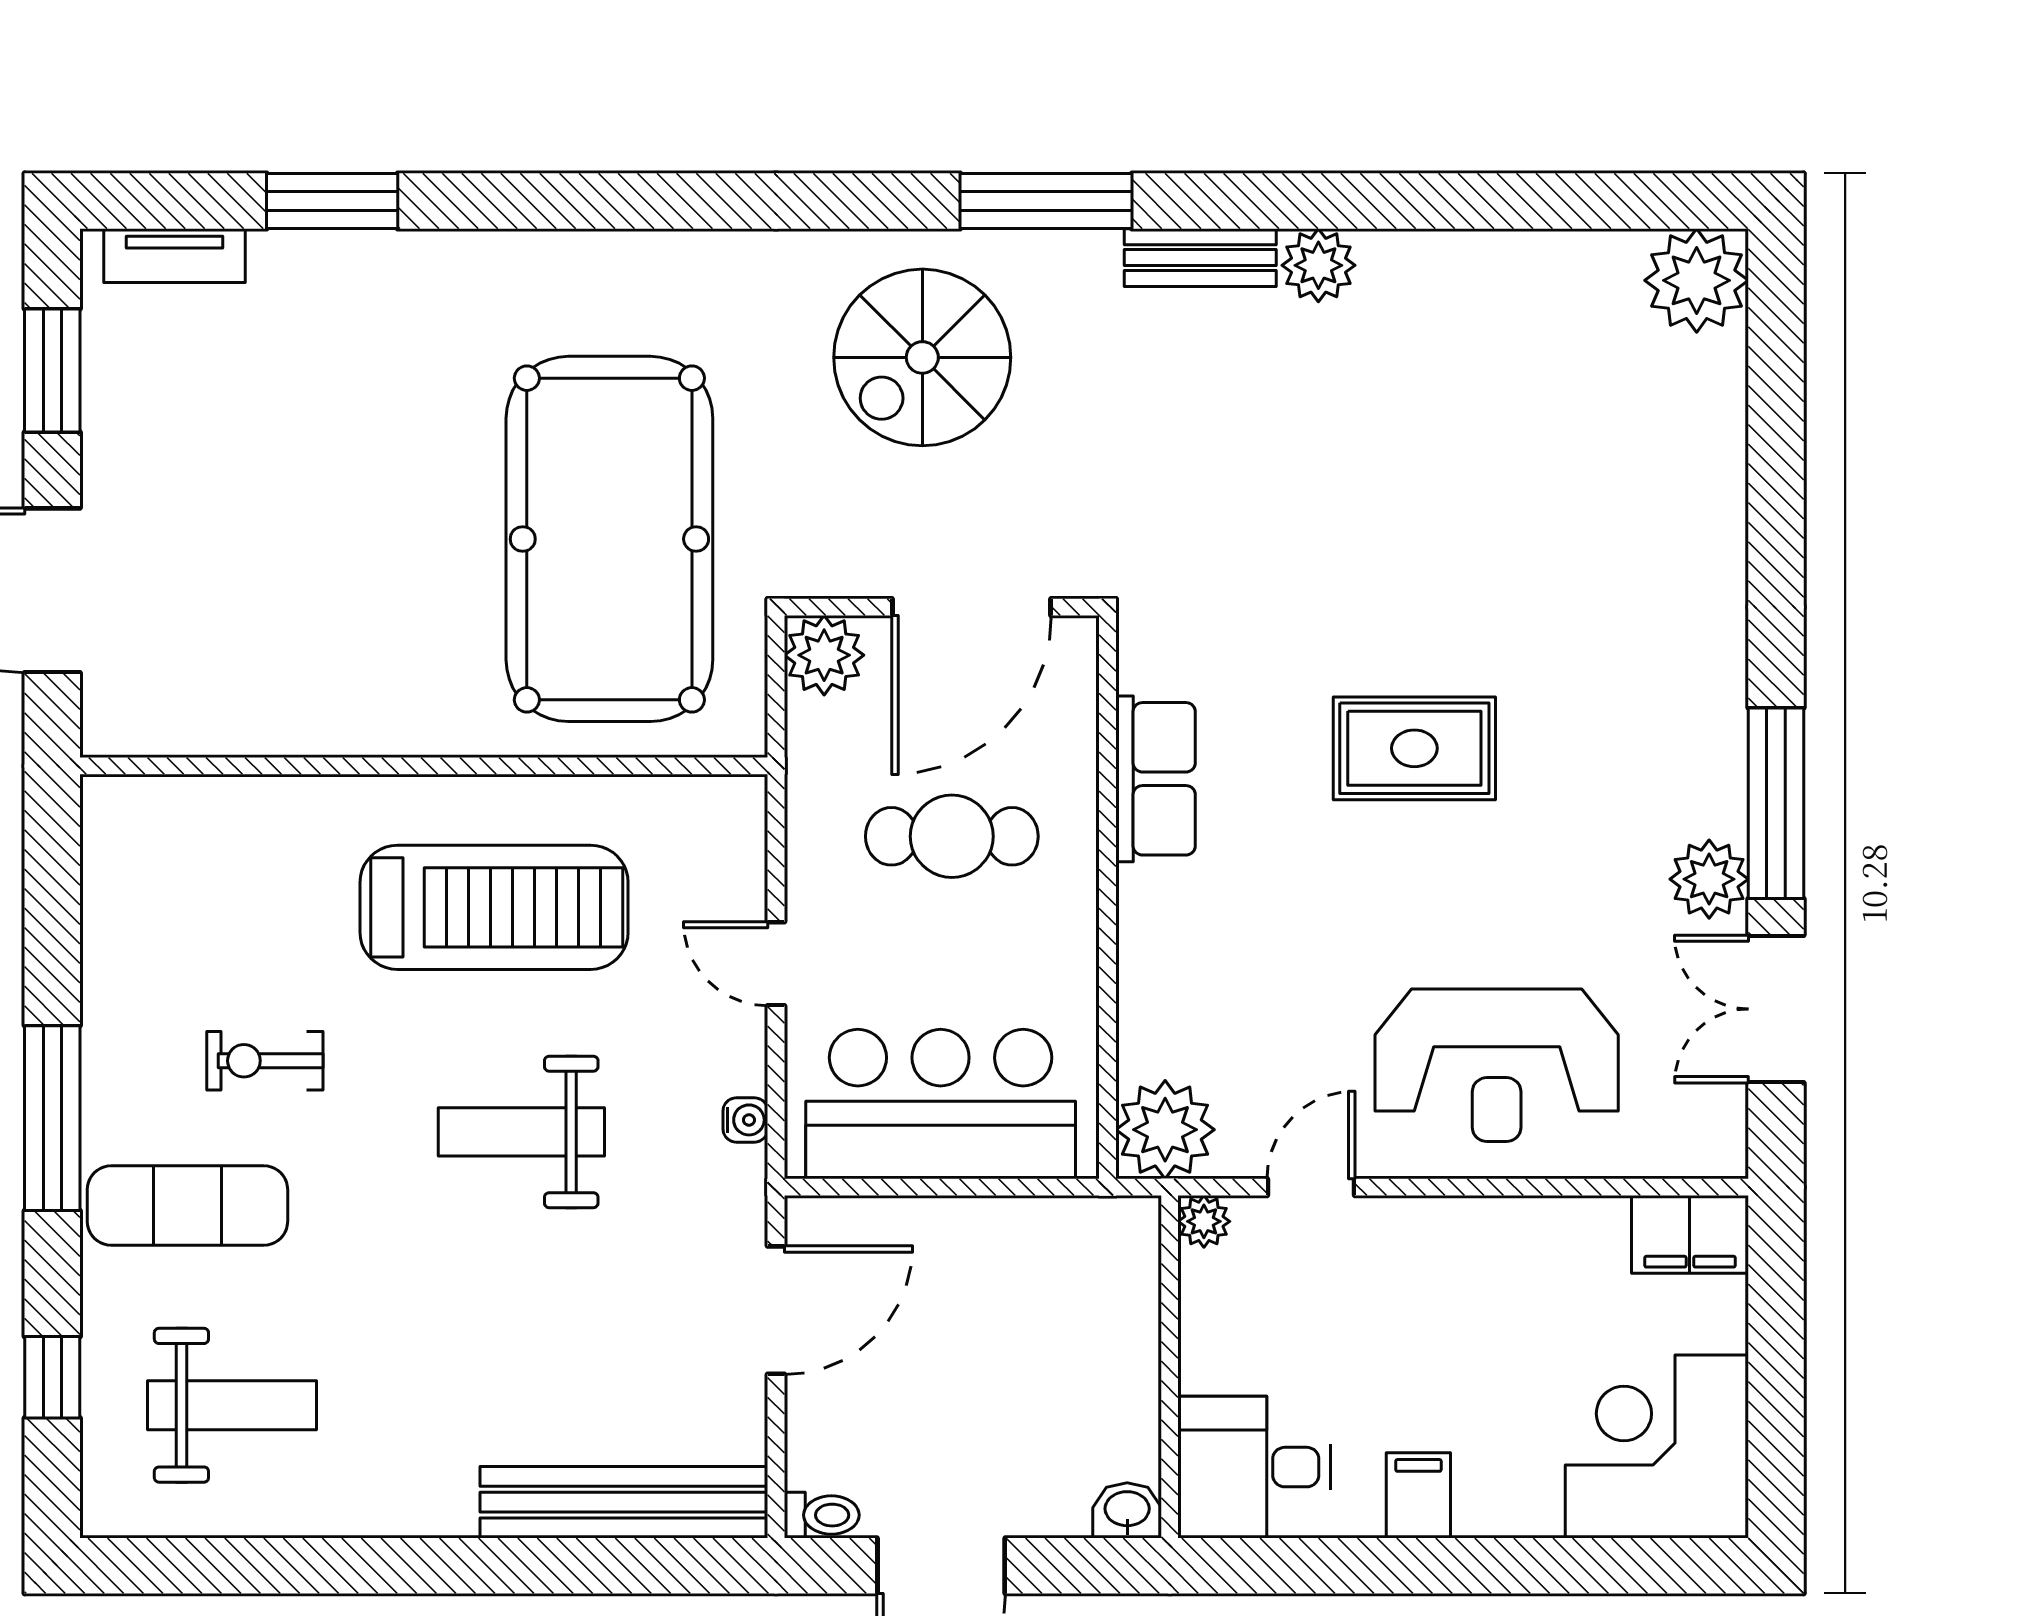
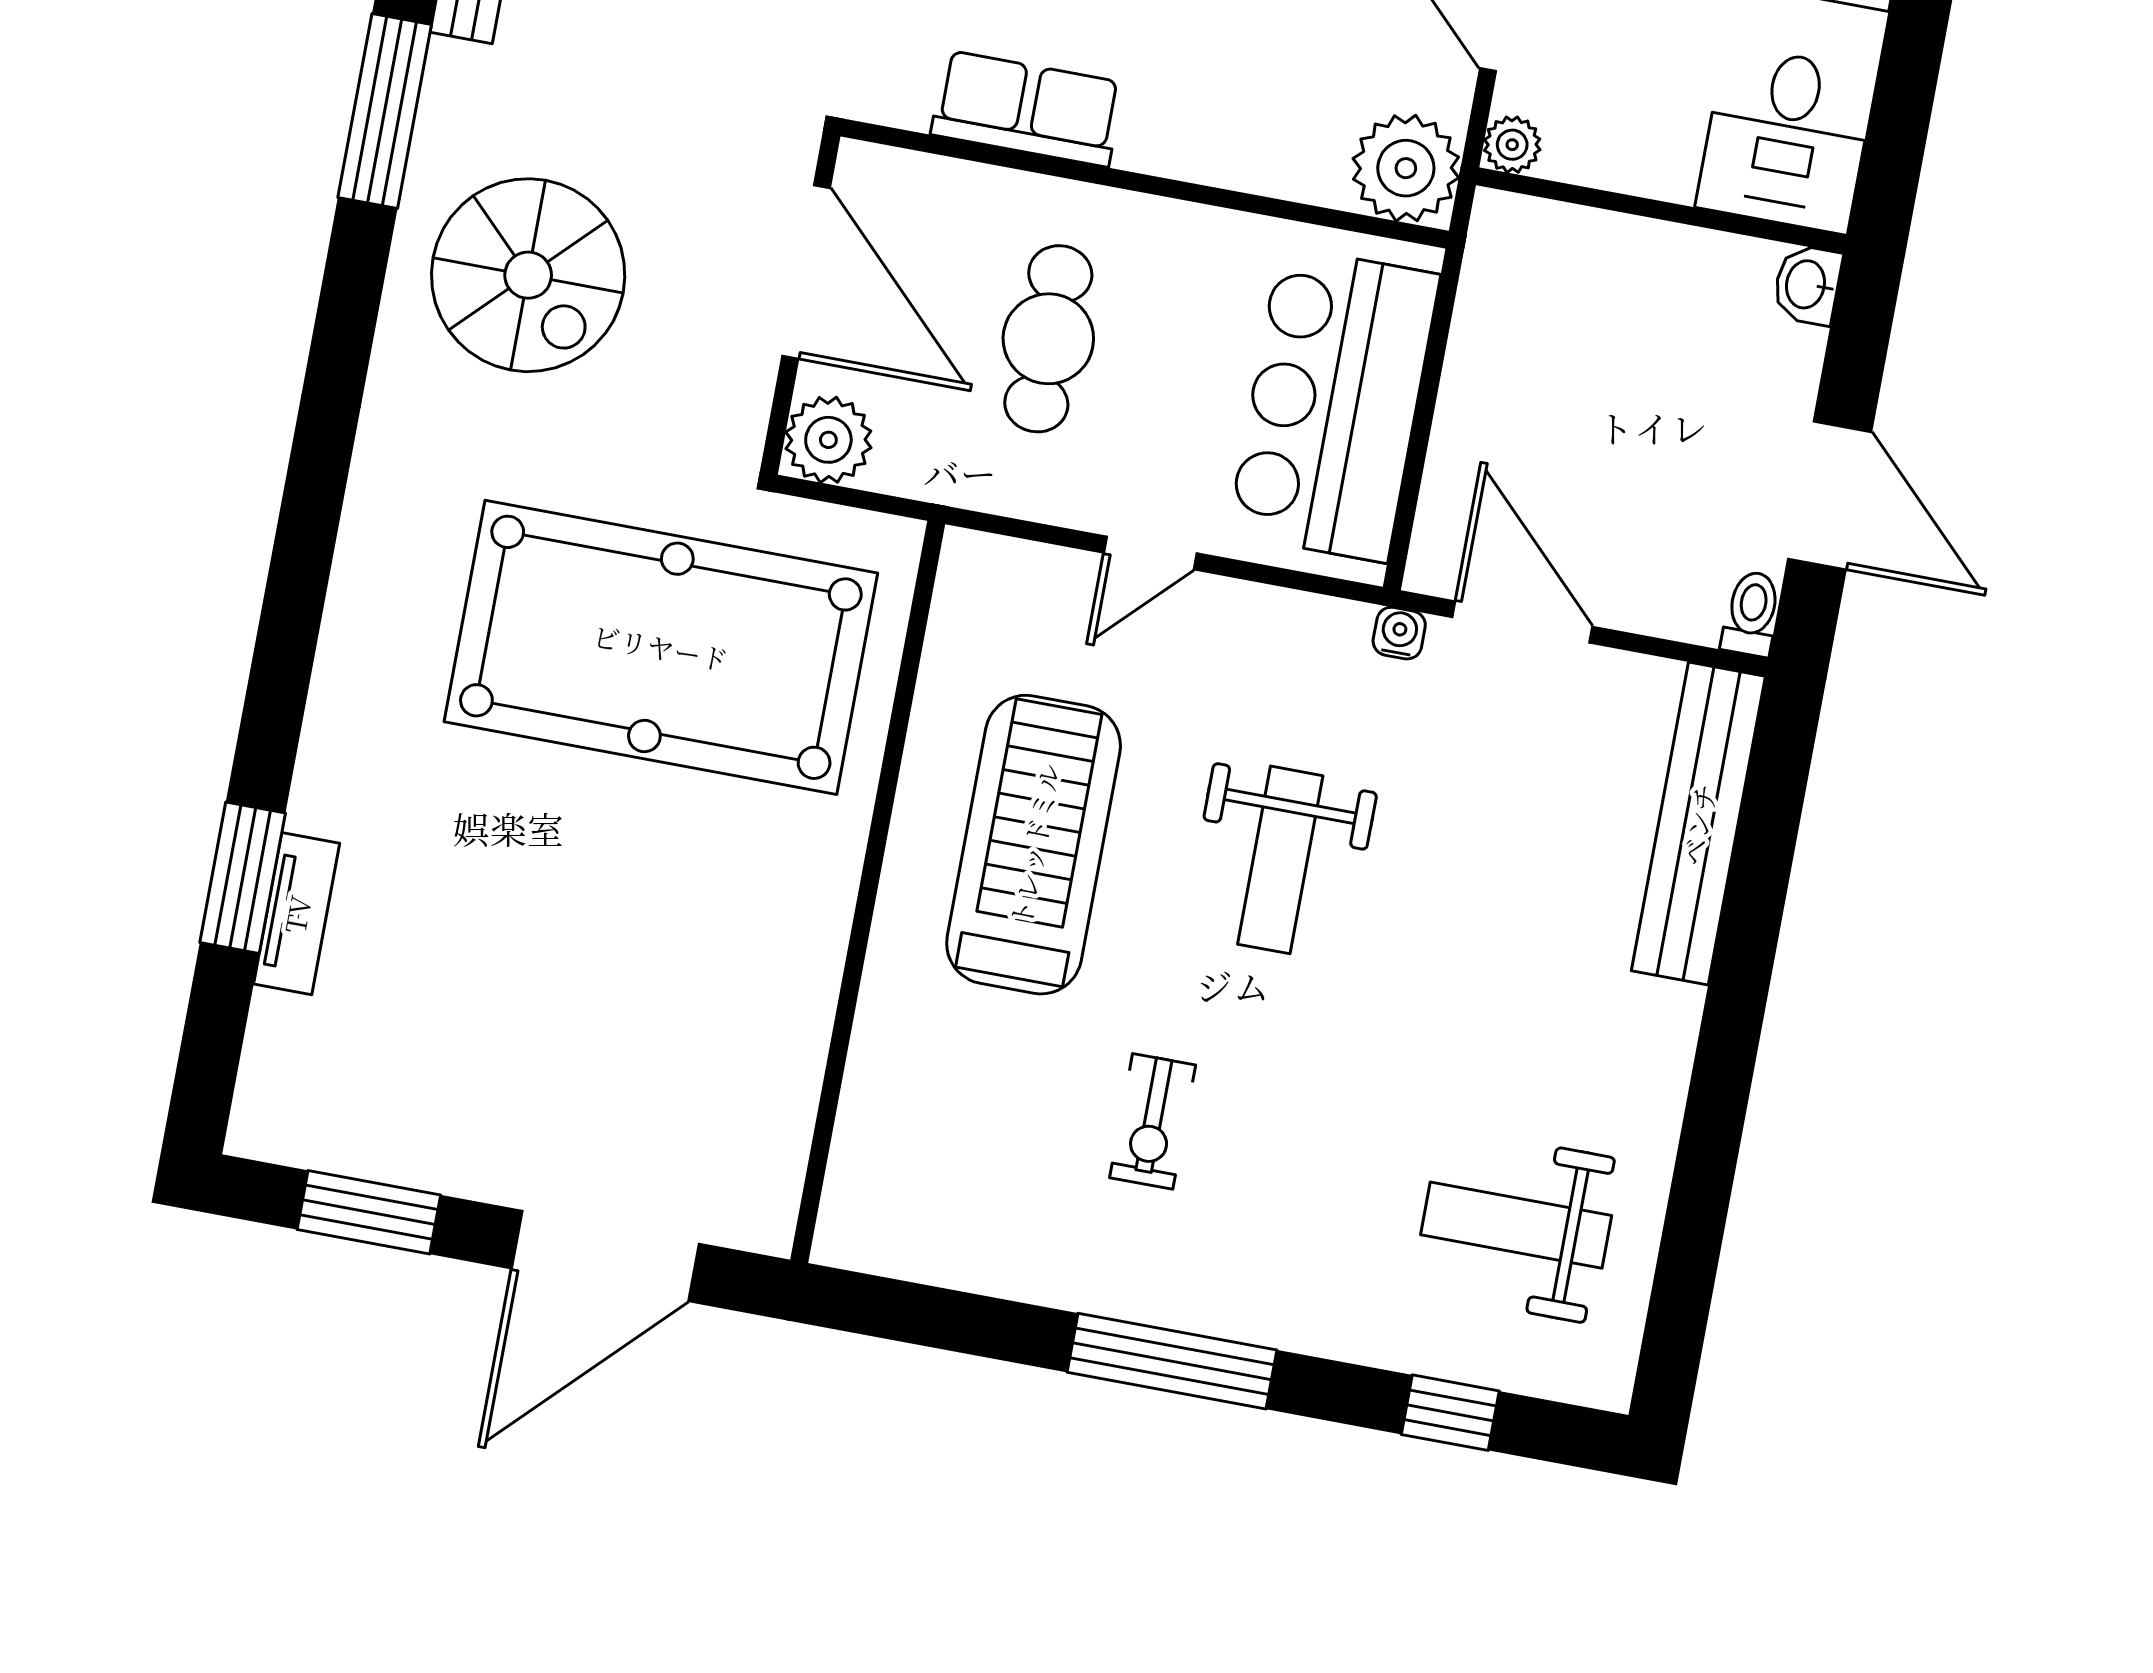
tv unit: (175, 256) -> (297, 914), moved
water cooler: (745, 1120) -> (1399, 633), moved
exercise mat: (187, 1205) -> (1293, 1233), removed
weight bench: (232, 1405) -> (1516, 1225), turned -90

